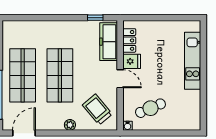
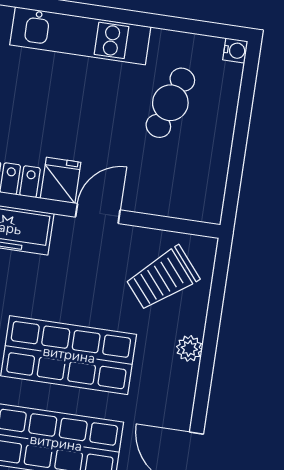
cafe table: (150, 108) -> (170, 103), moved, turned 42
water cooler: (128, 126) -> (235, 50), moved

